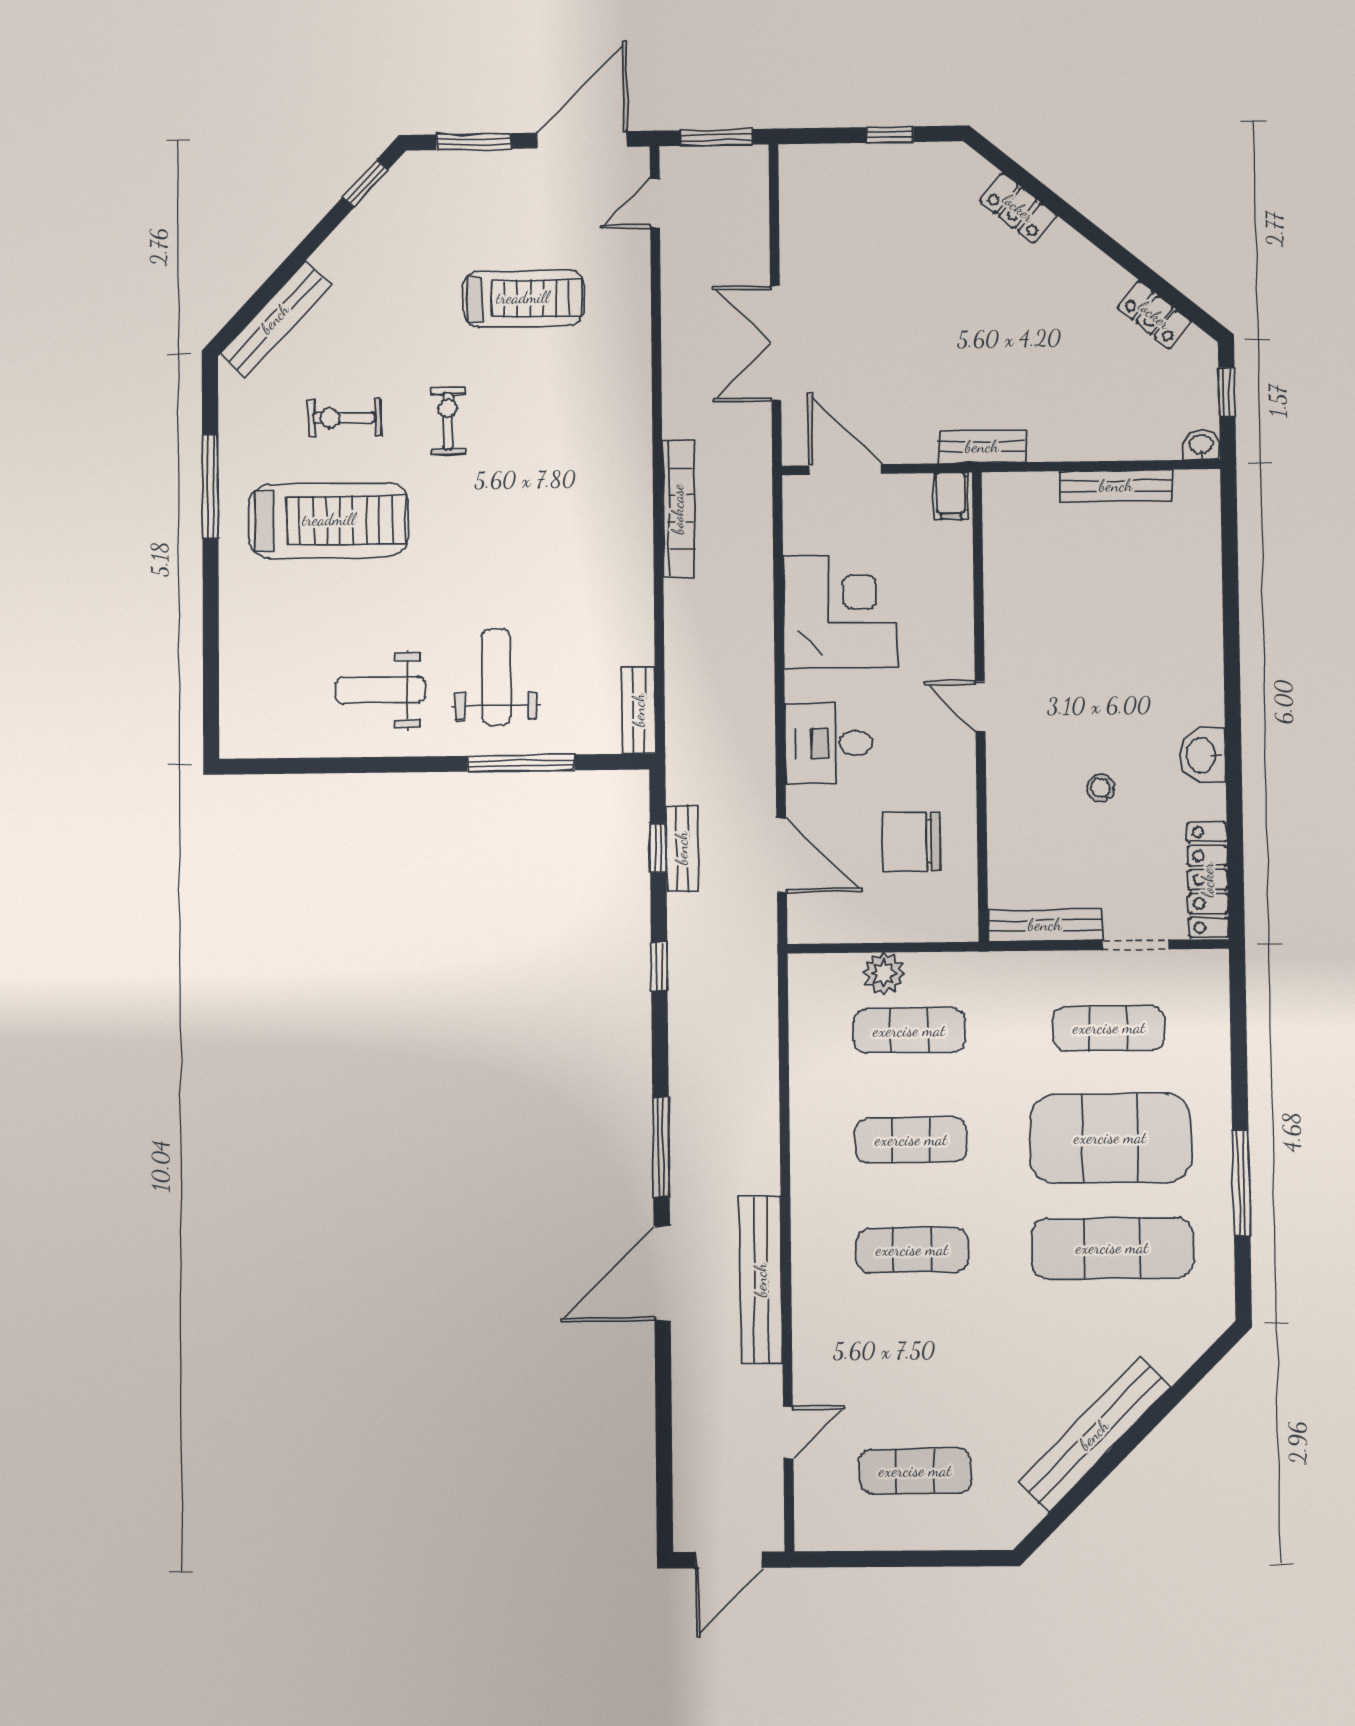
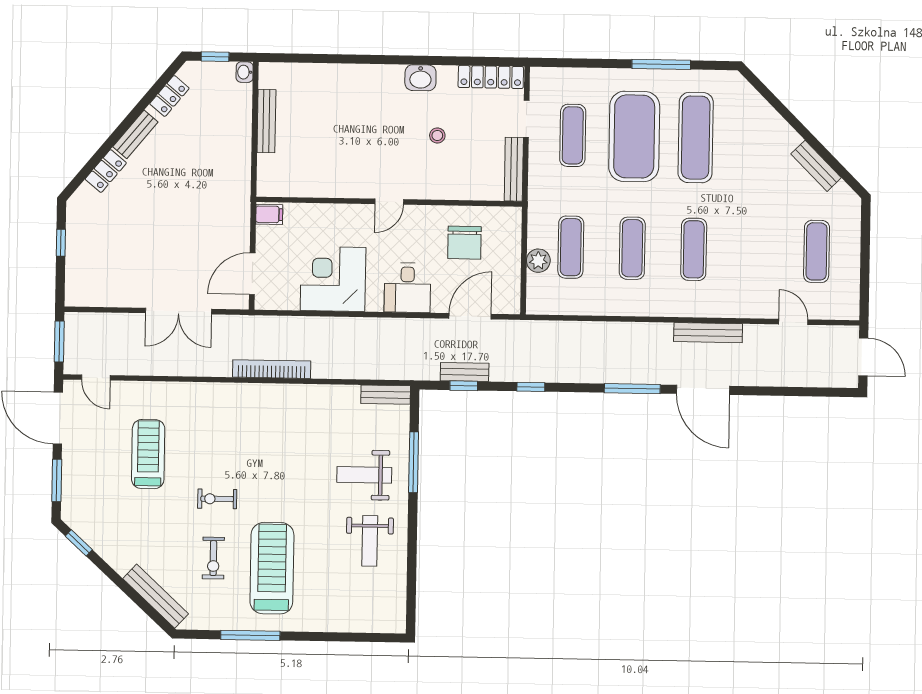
bench: (982, 447) -> (135, 134), moved, turned 40
bench: (761, 1280) -> (708, 333), width x0.73, depth x0.82
bench: (1094, 1435) -> (816, 166), width x0.54, depth x0.82

